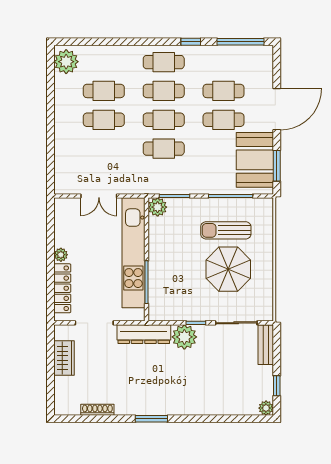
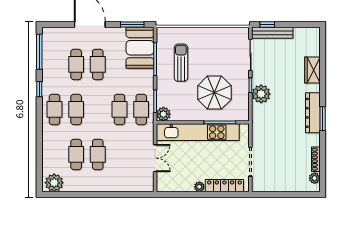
cafe table: (164, 120) -> (141, 109), moved
booth: (255, 160) -> (140, 48), moved, turned 90
sun lounger: (226, 230) -> (181, 63), turned 180
parasol: (228, 269) -> (214, 93), moved
dresser: (144, 334) -> (313, 113), moved, turned 180
bench: (266, 345) -> (272, 33), width x1.36
wardrobe: (64, 358) -> (312, 70), moved, turned -90
window: (277, 386) -> (267, 24), moved
plant: (266, 408) -> (315, 178), moved

